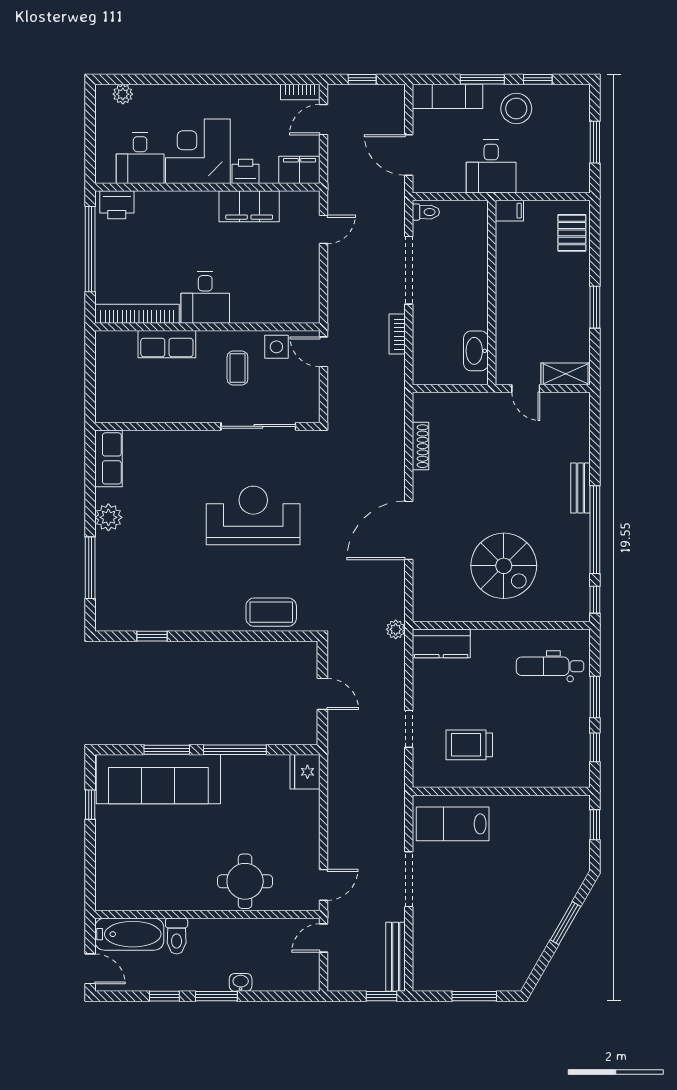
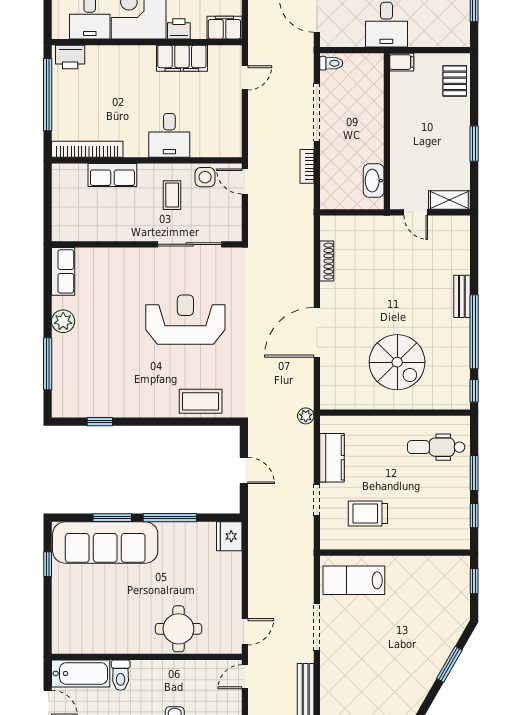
desk: (205, 297) -> (169, 135), moved
kitchen counter: (441, 643) -> (332, 458), moved, turned -90

